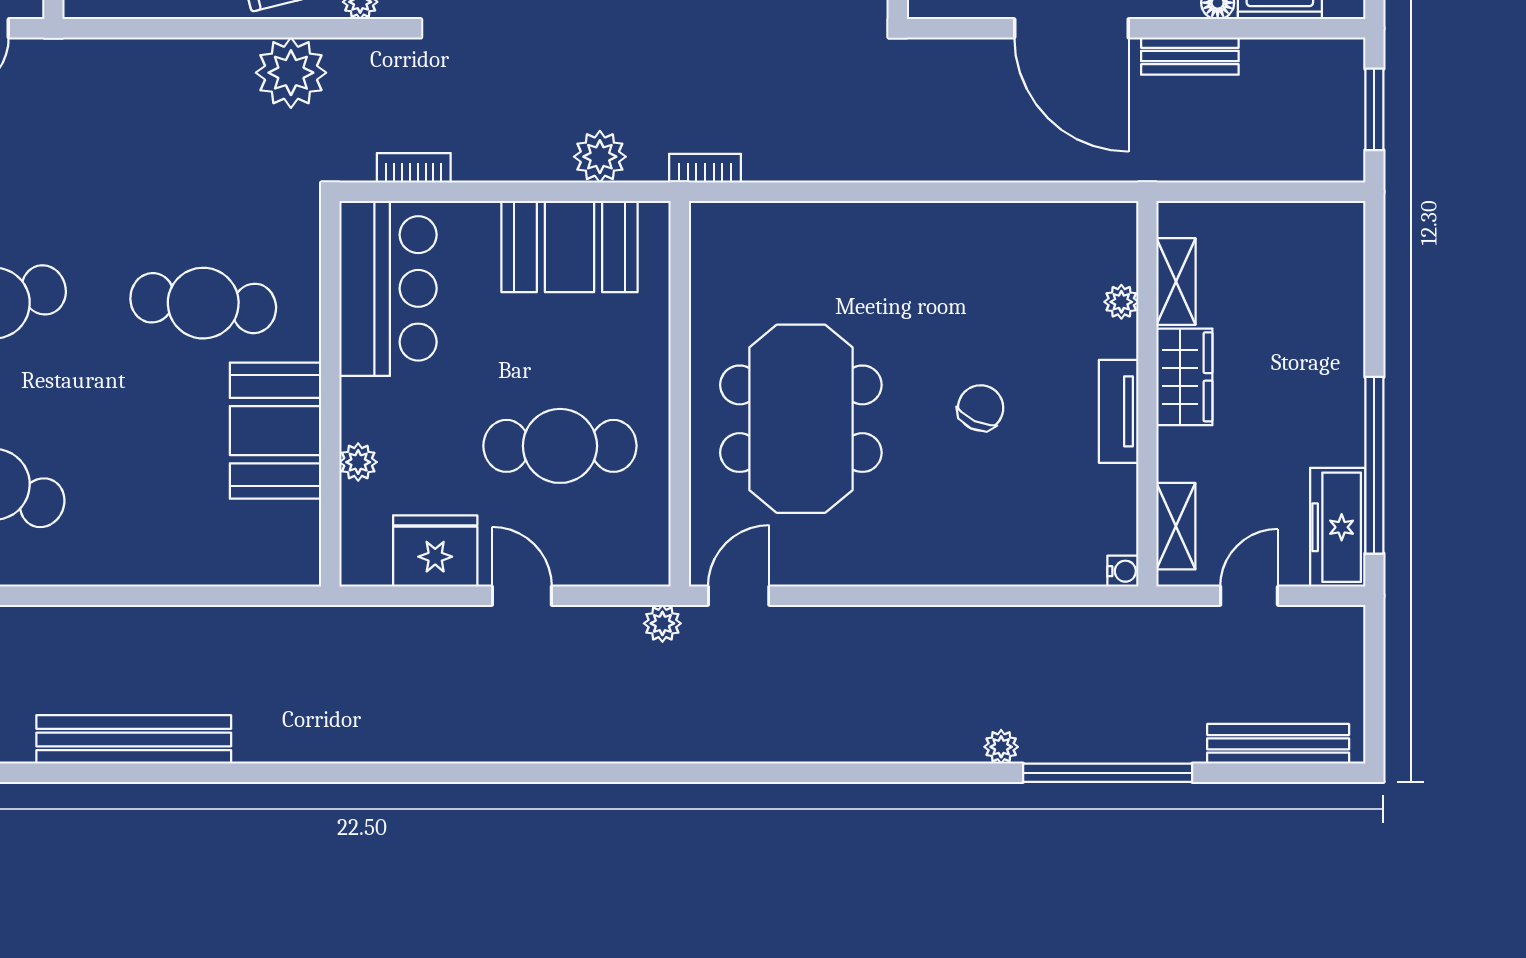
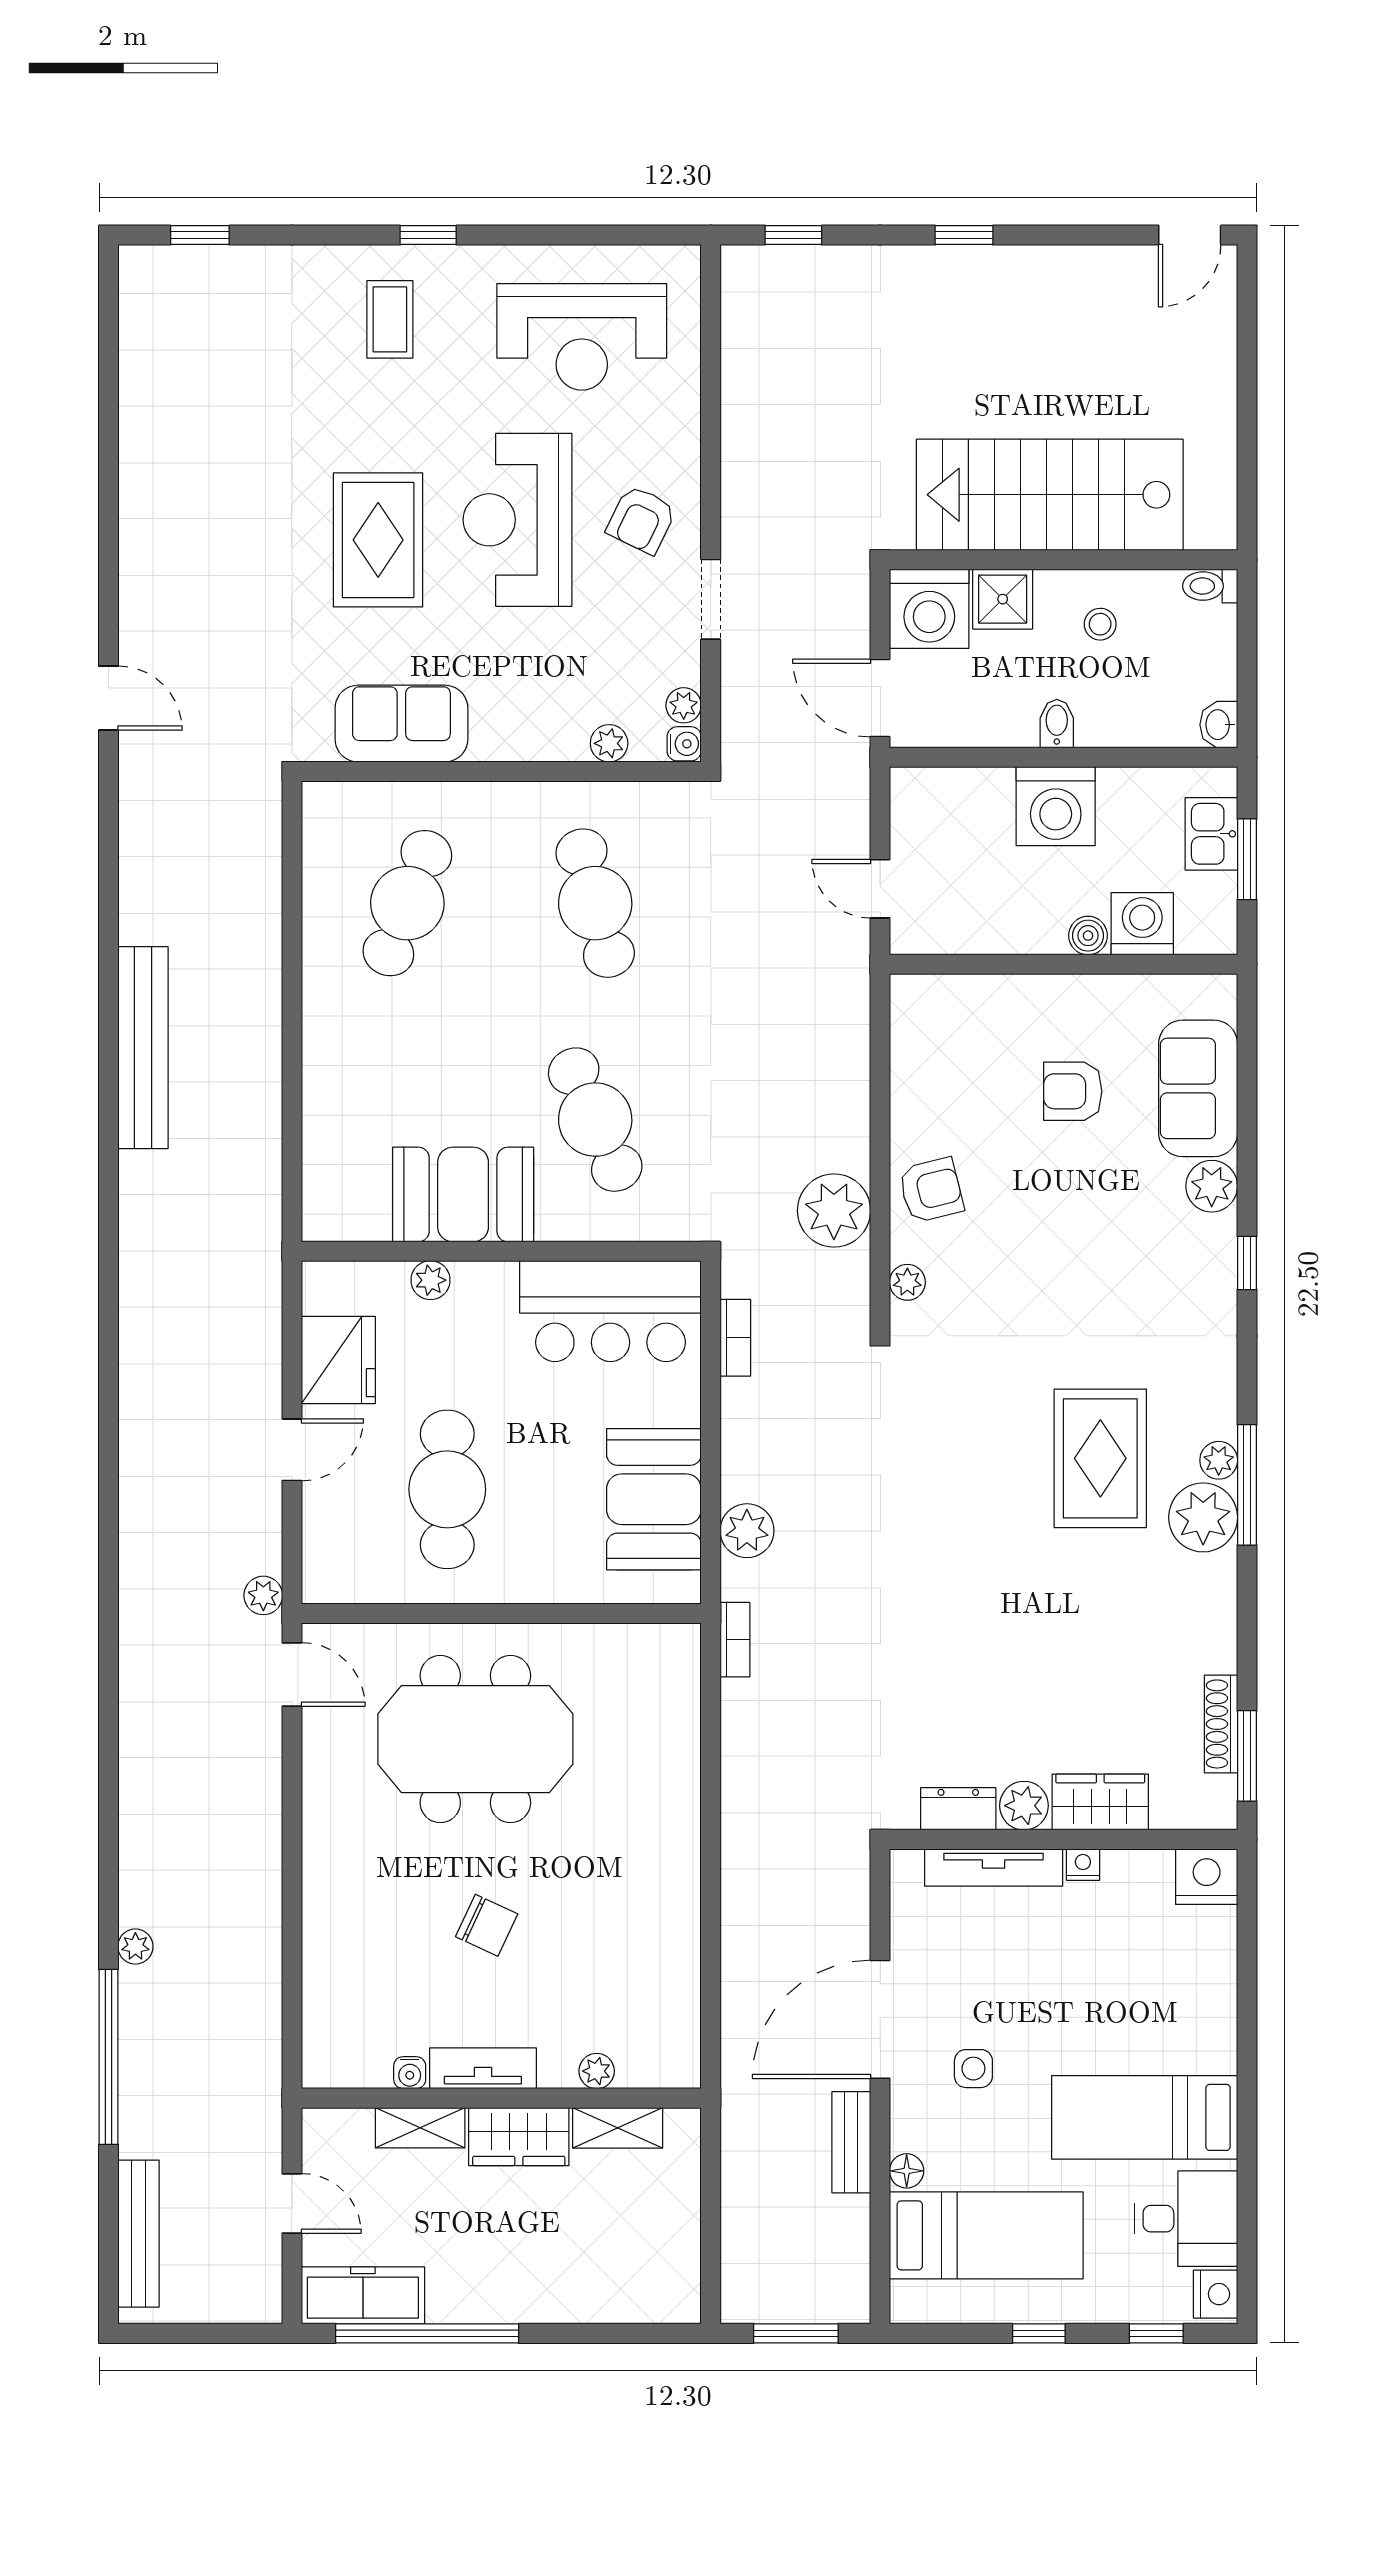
cafe table: (203, 303) -> (595, 1120), turned -30
shelving: (1176, 526) -> (420, 2128), moved
water cooler: (1123, 571) -> (410, 2073), moved

